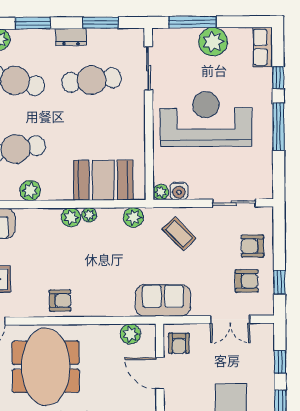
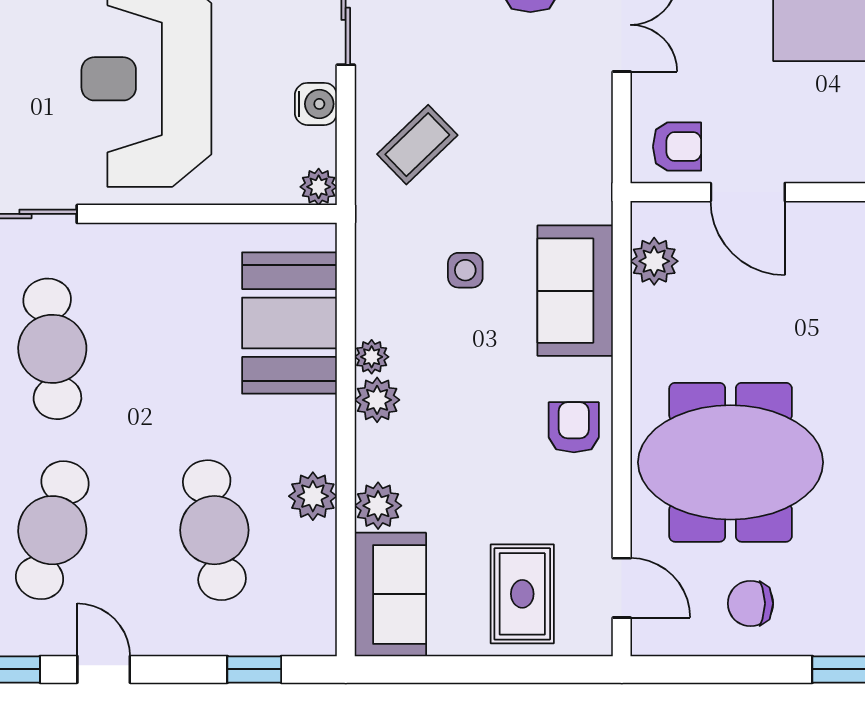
water cooler: (179, 191) -> (316, 104), moved
plant: (133, 217) -> (378, 506), moved
side table: (126, 254) -> (465, 270), added
sofa: (163, 300) -> (575, 291), moved
door: (160, 373) -> (748, 192), hinge flipped

